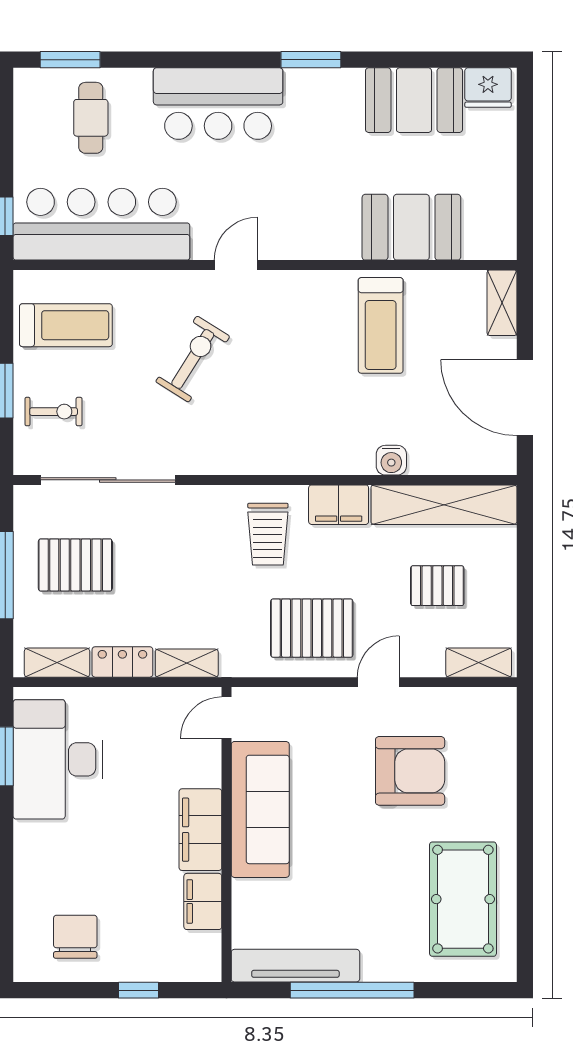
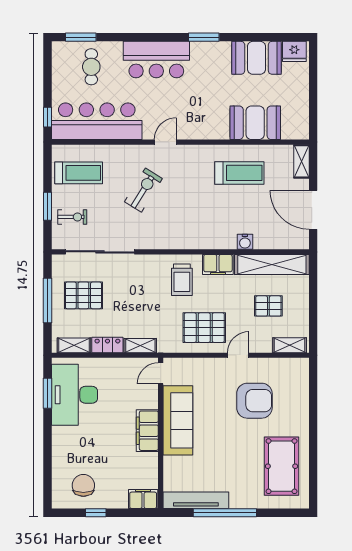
treadmill: (381, 325) -> (239, 173), turned -90
filing cabinet: (203, 901) -> (143, 499), moved, turned 90
window: (138, 990) -> (96, 513), moved

